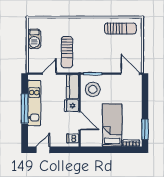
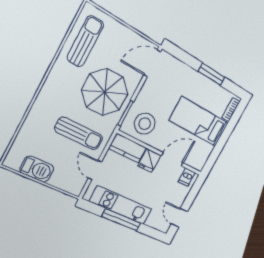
parasol: (99, 55) -> (105, 92), added
window: (145, 129) -> (212, 74), moved

